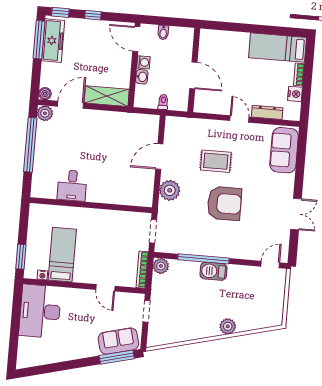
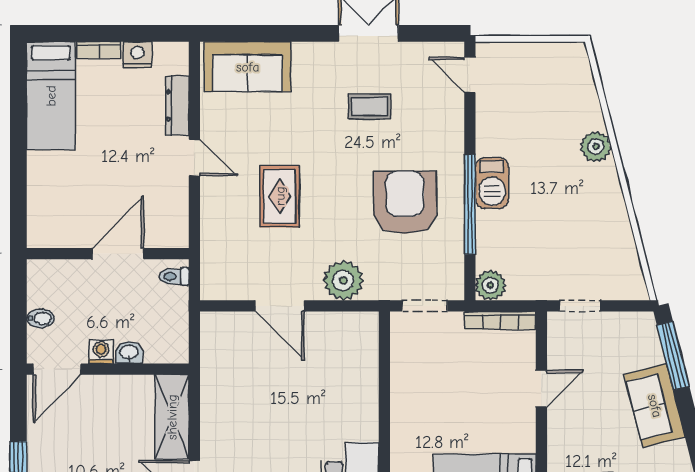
toilet: (163, 102) -> (174, 276), moved
door: (239, 119) -> (194, 158), swing flipped
armchair: (224, 203) -> (405, 202), moved
coffee table: (258, 211) -> (369, 106), added
sofa: (118, 341) -> (655, 406), moved

